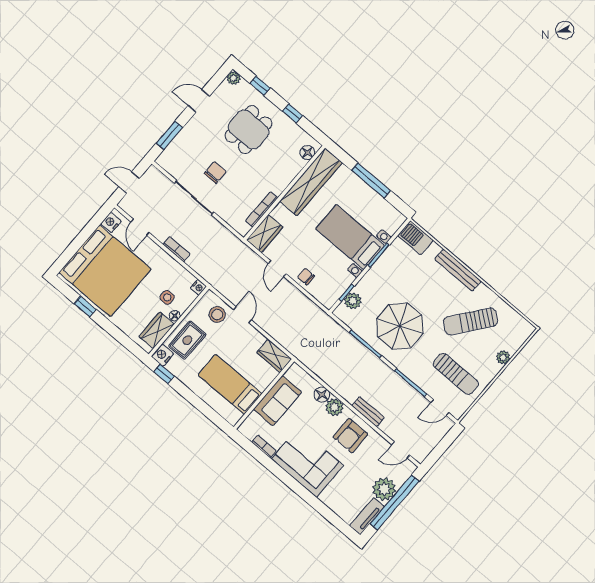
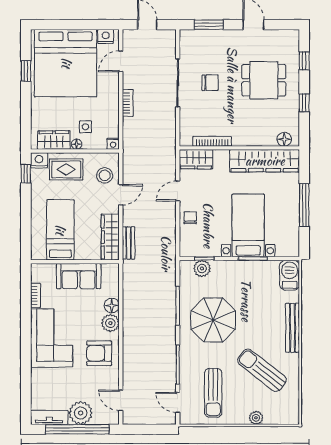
plant: (233, 78) -> (293, 36), removed
wardrobe: (274, 356) -> (110, 237), width x1.50
bench: (368, 412) -> (129, 243), moved

